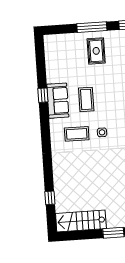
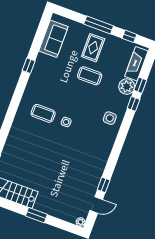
coffee table: (86, 99) -> (90, 76), moved, turned 90
sofa: (58, 101) -> (53, 39), moved

